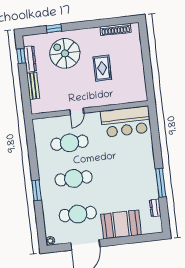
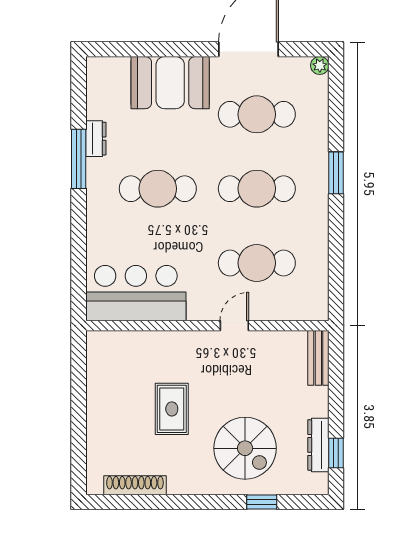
bench: (33, 86) -> (318, 358), moved
cafe table: (121, 173) -> (158, 189), added
dresser: (155, 208) -> (96, 139), moved

